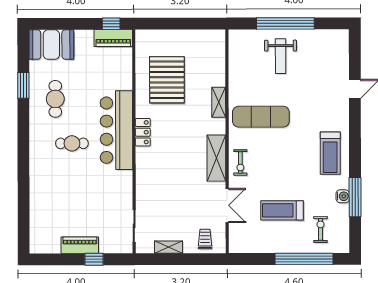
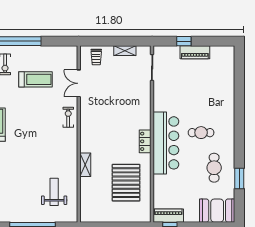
weight bench: (281, 56) -> (54, 192), moved
exercise mat: (261, 117) -> (52, 153), removed
shelving: (216, 158) -> (87, 121), removed

